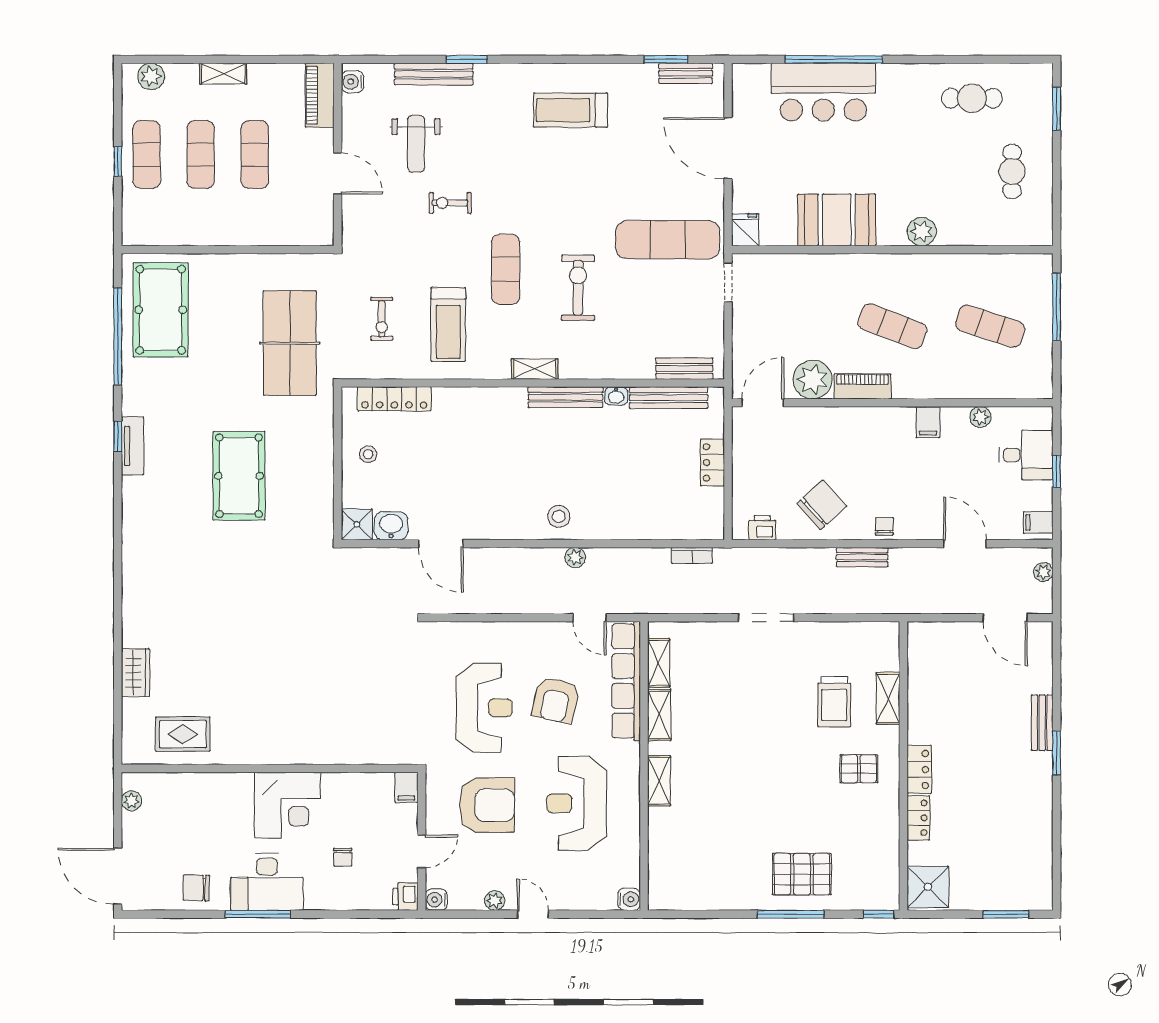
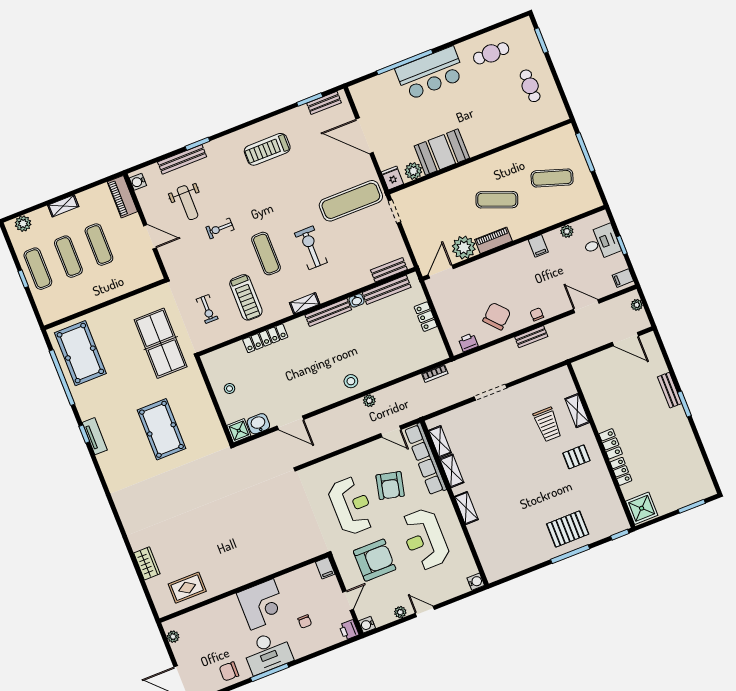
bar counter: (823, 92) -> (430, 73), moved
plant: (922, 232) -> (413, 171), moved
locker: (394, 399) -> (265, 338), moved

